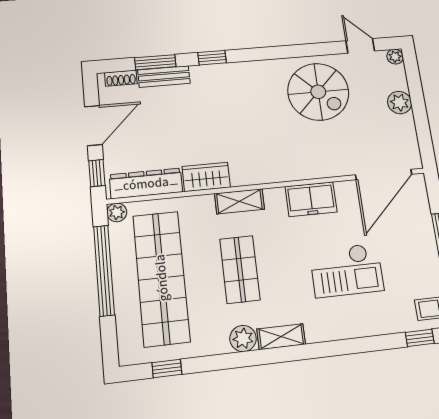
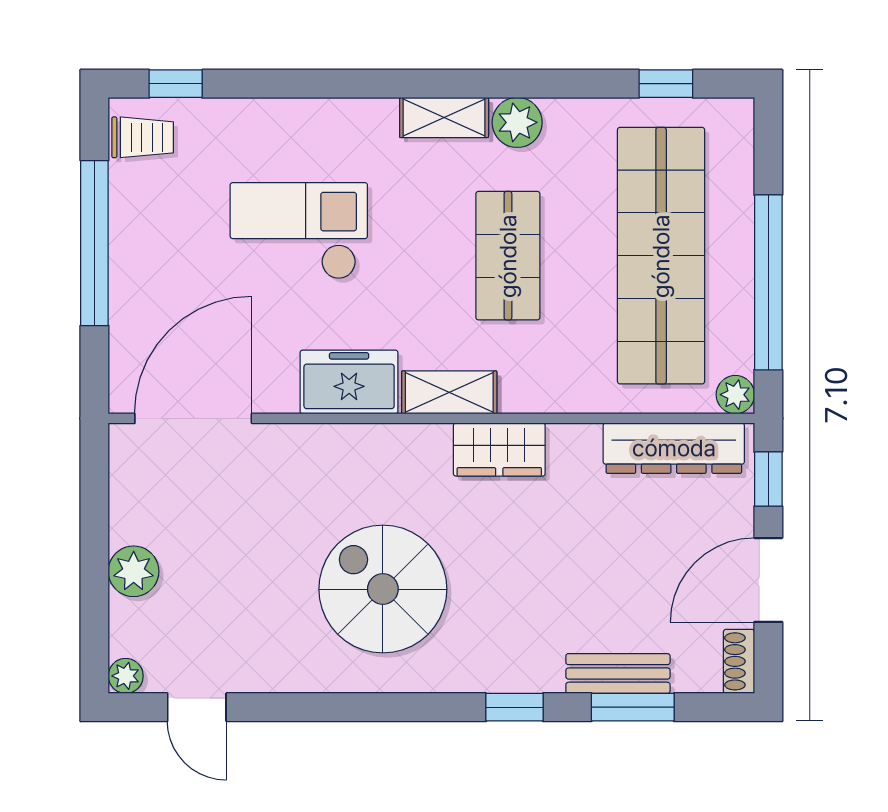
shoe rack: (121, 78) -> (739, 661), moved, turned -90
spiral stairs: (318, 92) -> (383, 589), moved
wardrobe: (206, 177) -> (499, 450), moved
shelving: (239, 201) -> (449, 392), moved

